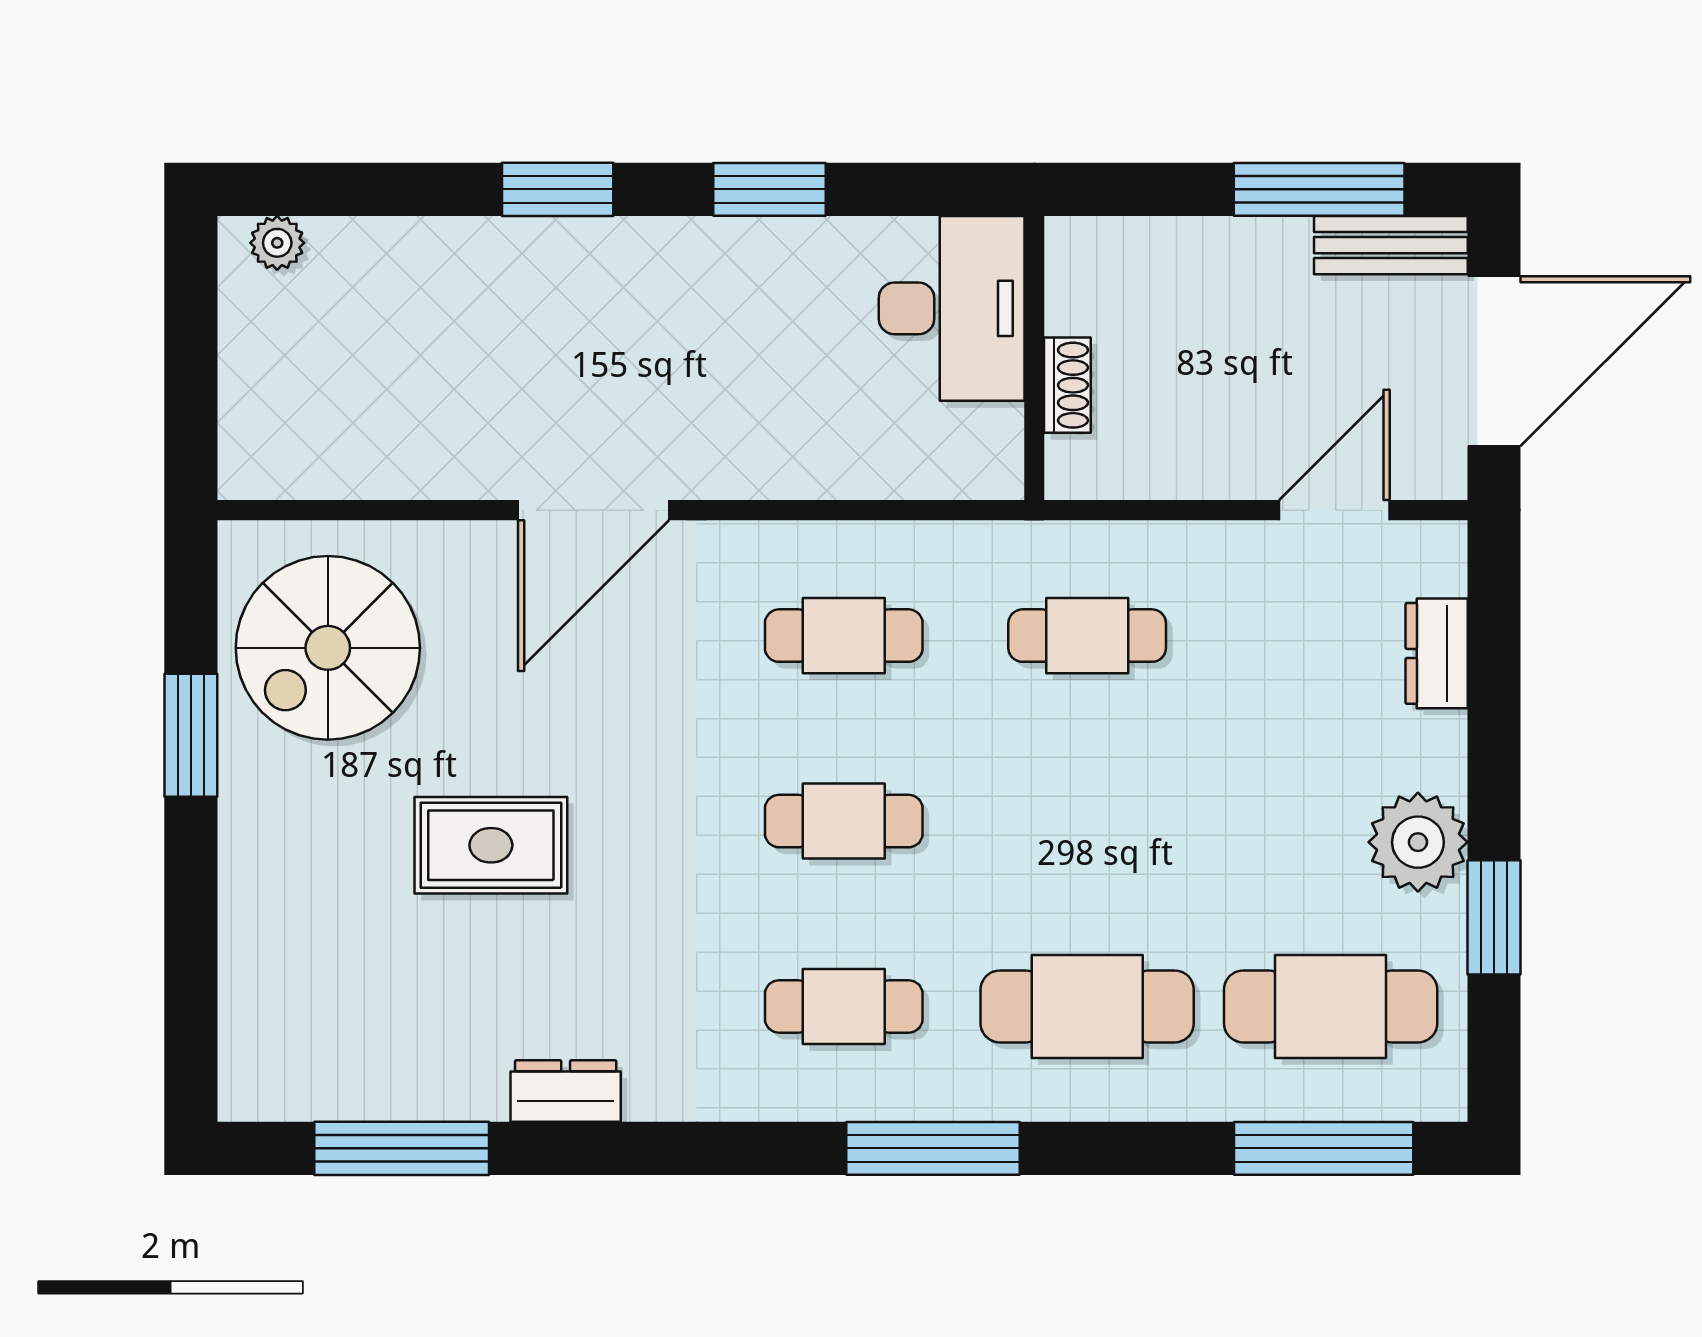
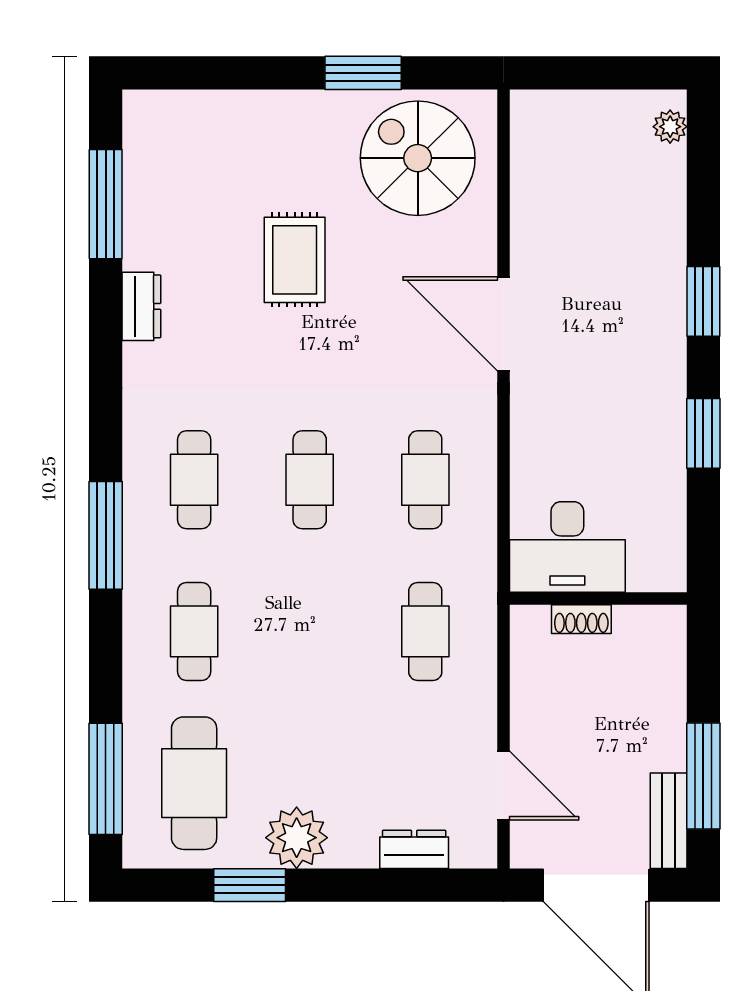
desk: (952, 308) -> (567, 547), moved
cafe table: (1087, 1006) -> (194, 631), width x0.73, depth x0.74

